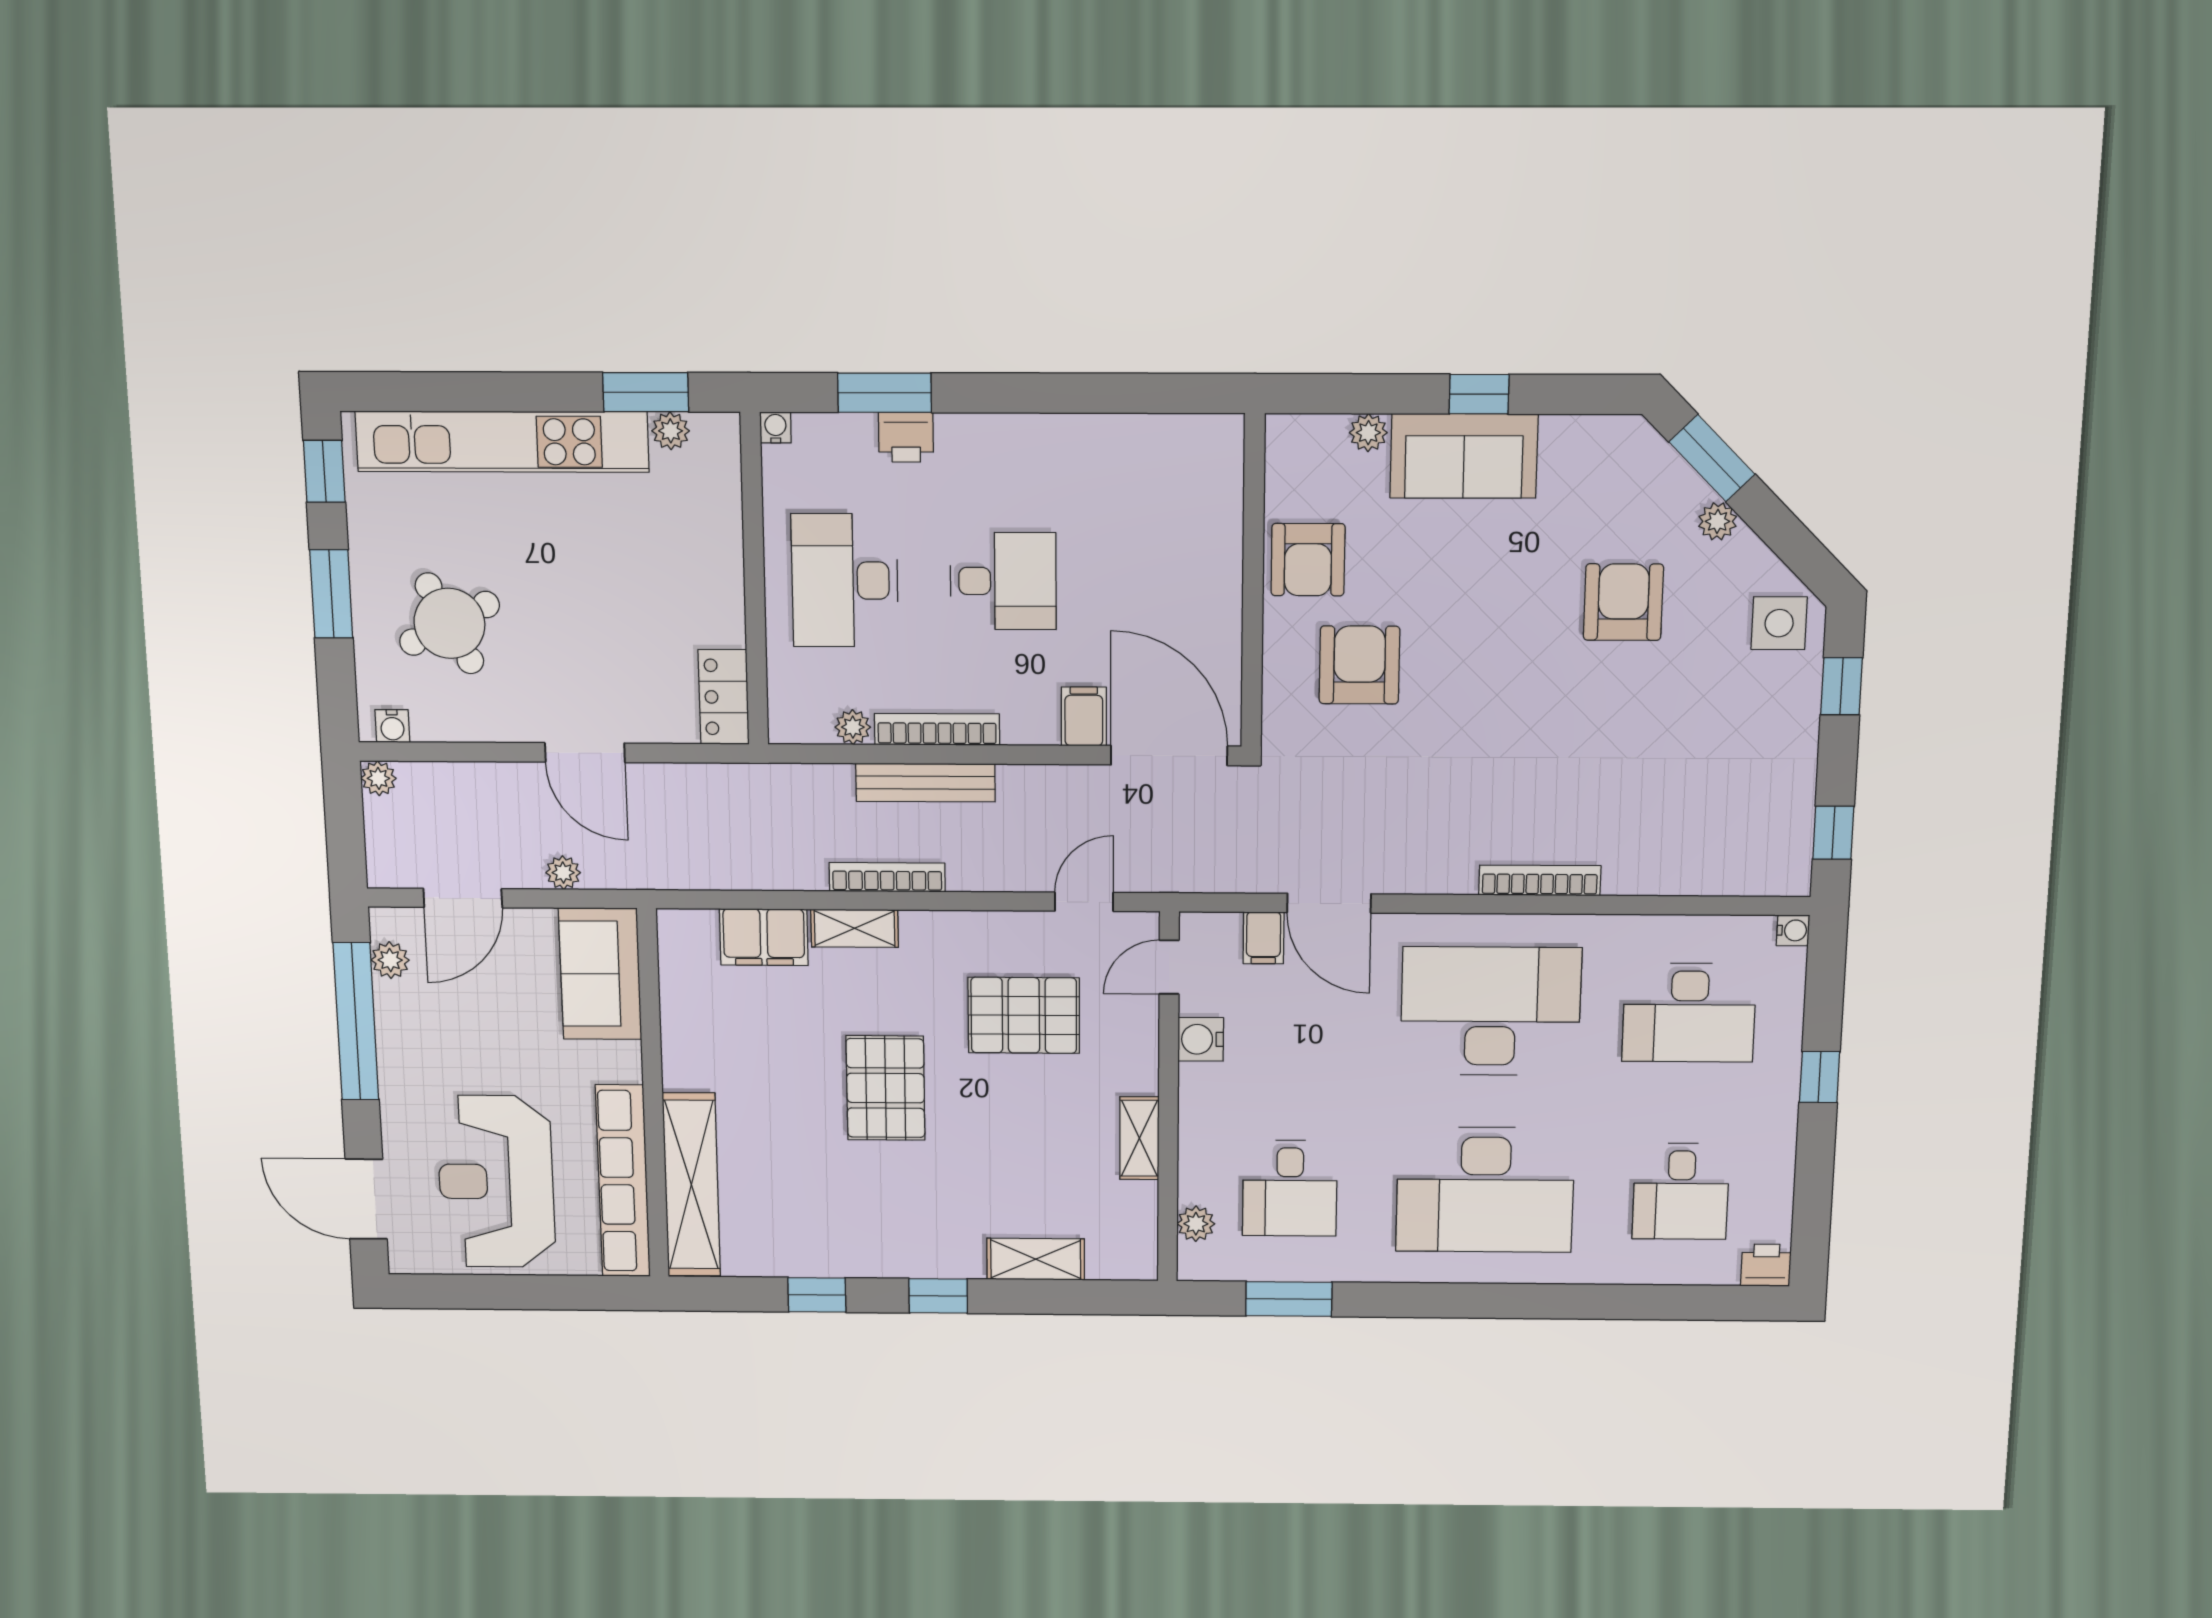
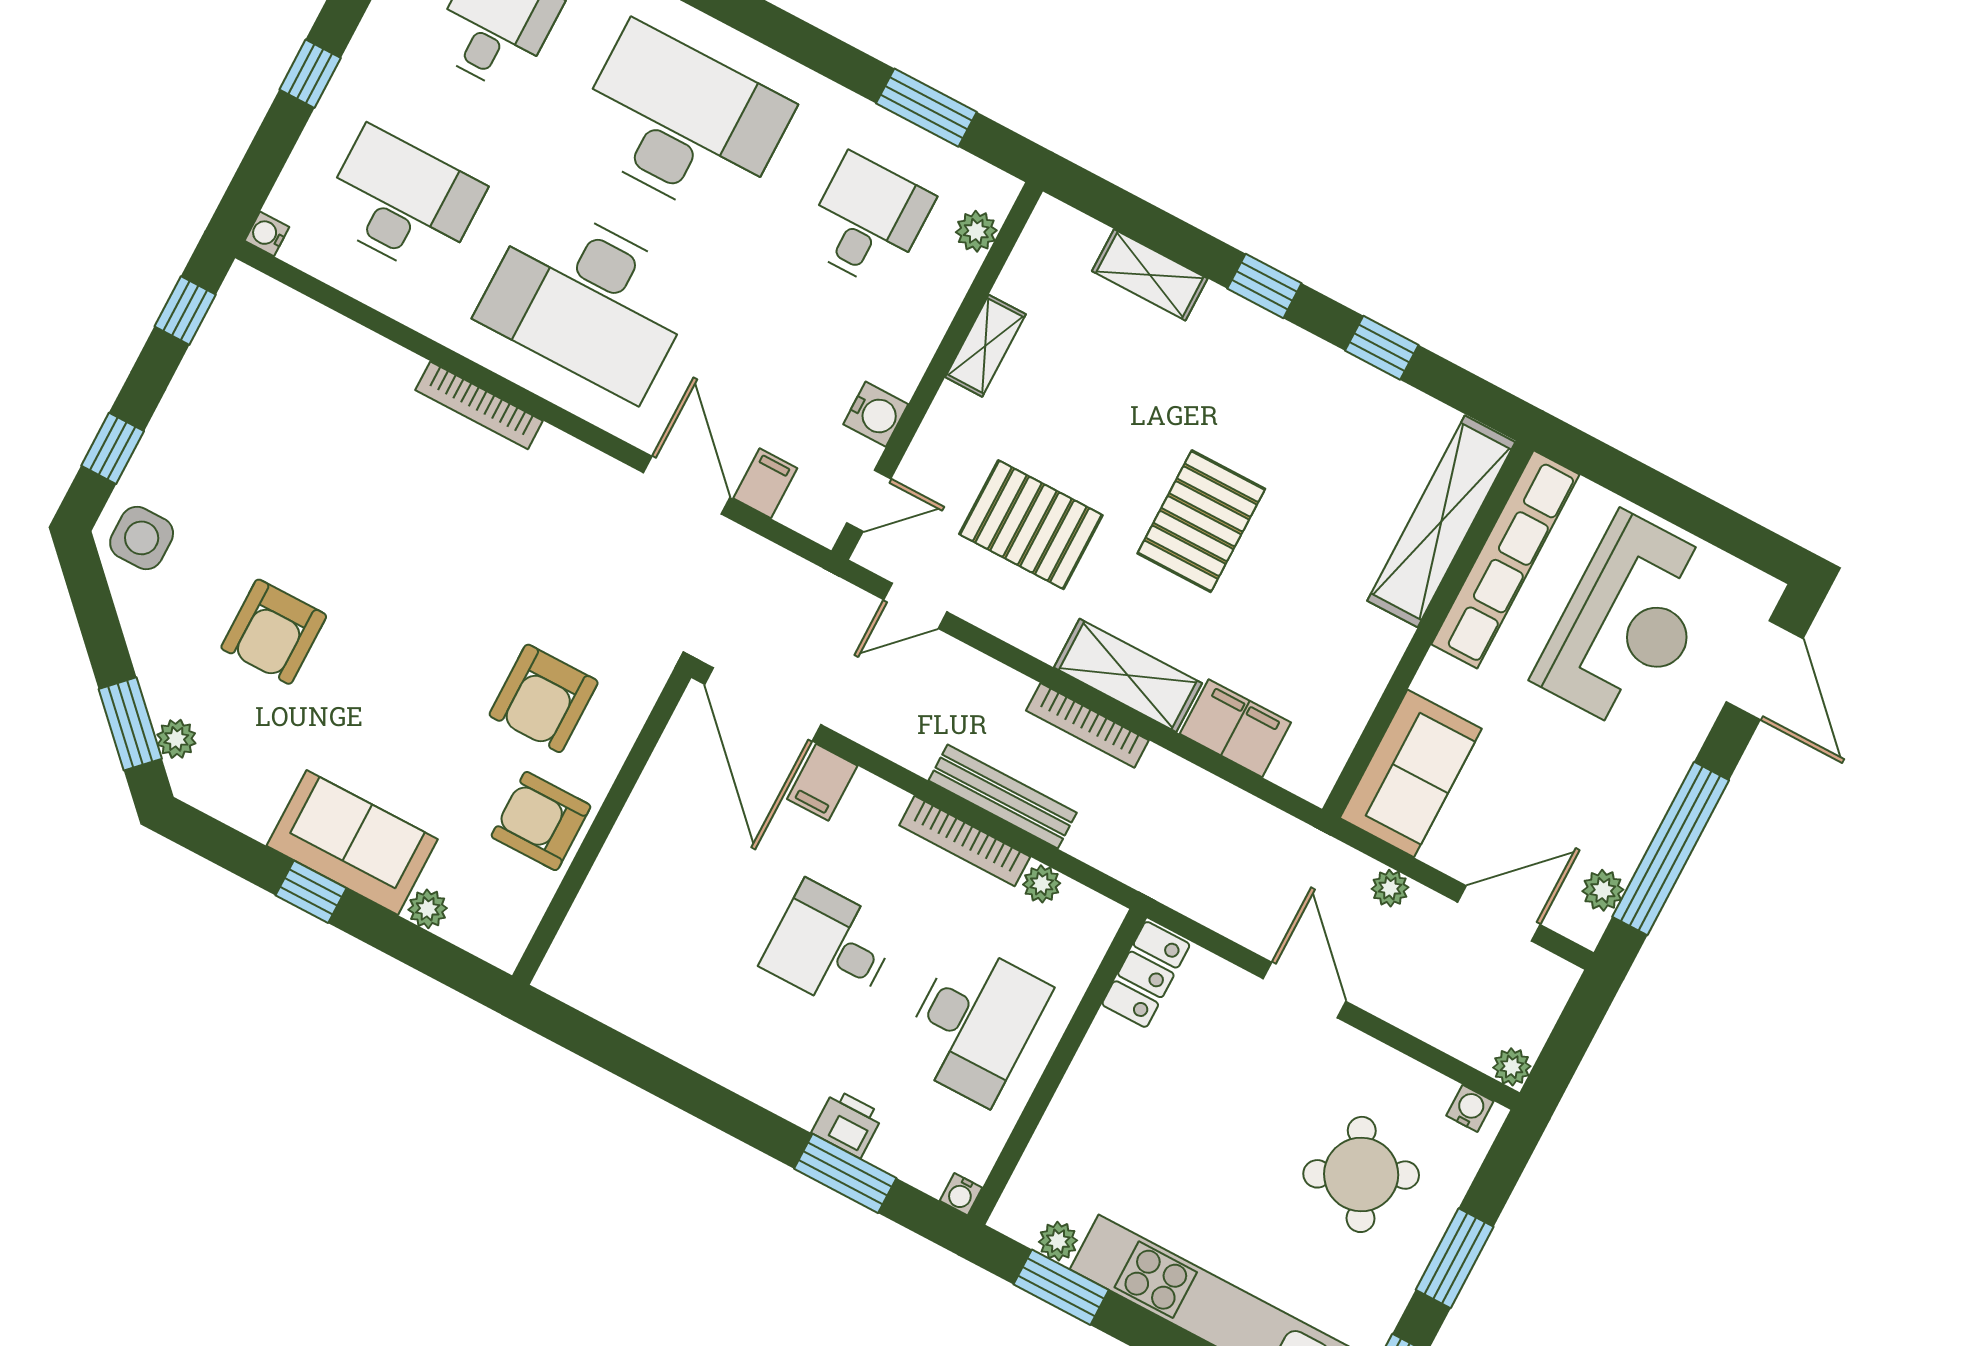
plant: (1718, 521) -> (176, 739), moved
armchair: (1308, 560) -> (541, 821), turned -90
shelving: (855, 928) -> (1128, 675), width x1.50, depth x1.33

